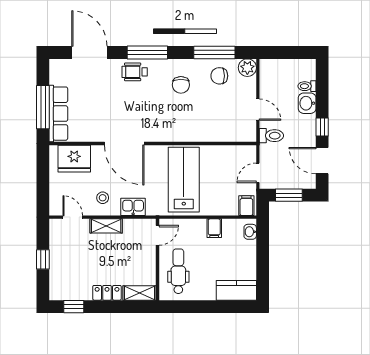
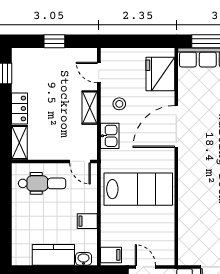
door: (73, 217) -> (99, 72), swing flipped
kitchen counter: (236, 290) -> (53, 255), moved, turned -90

